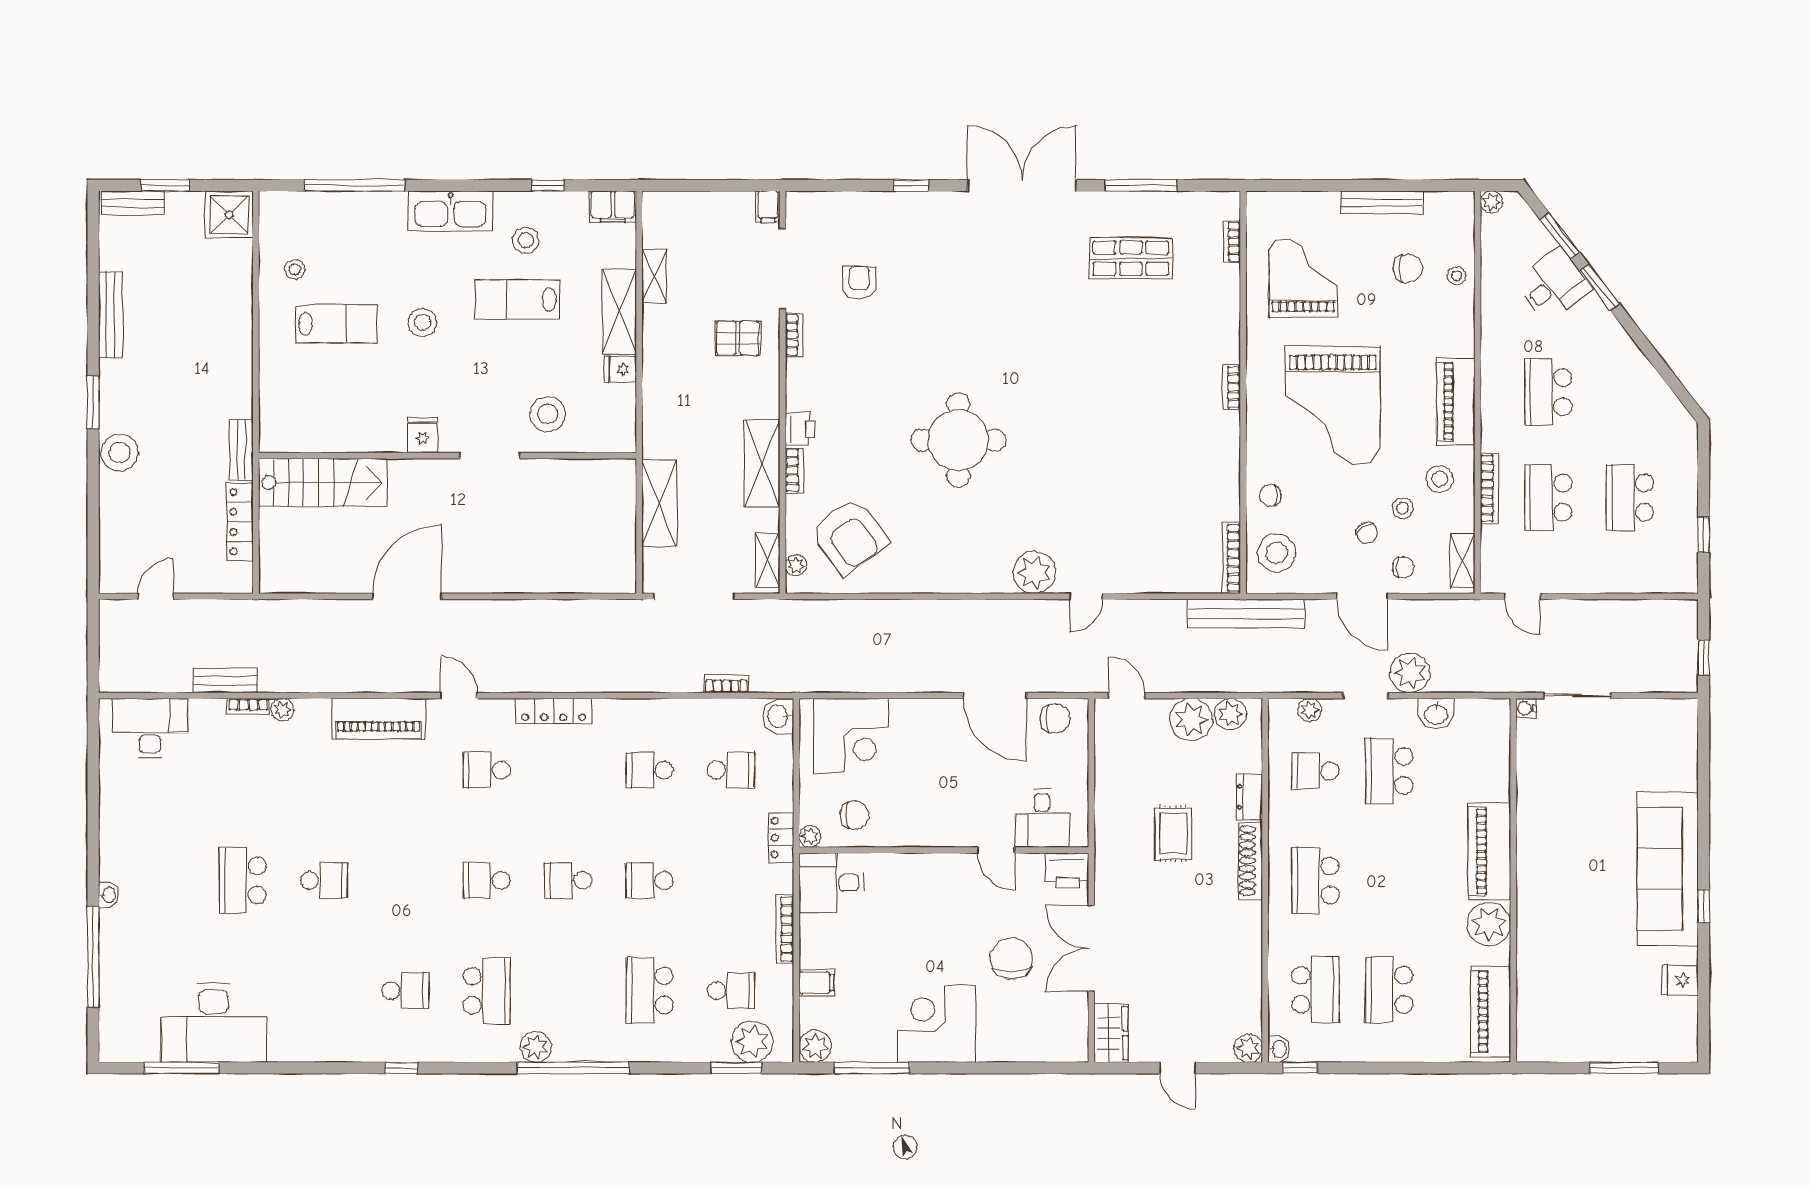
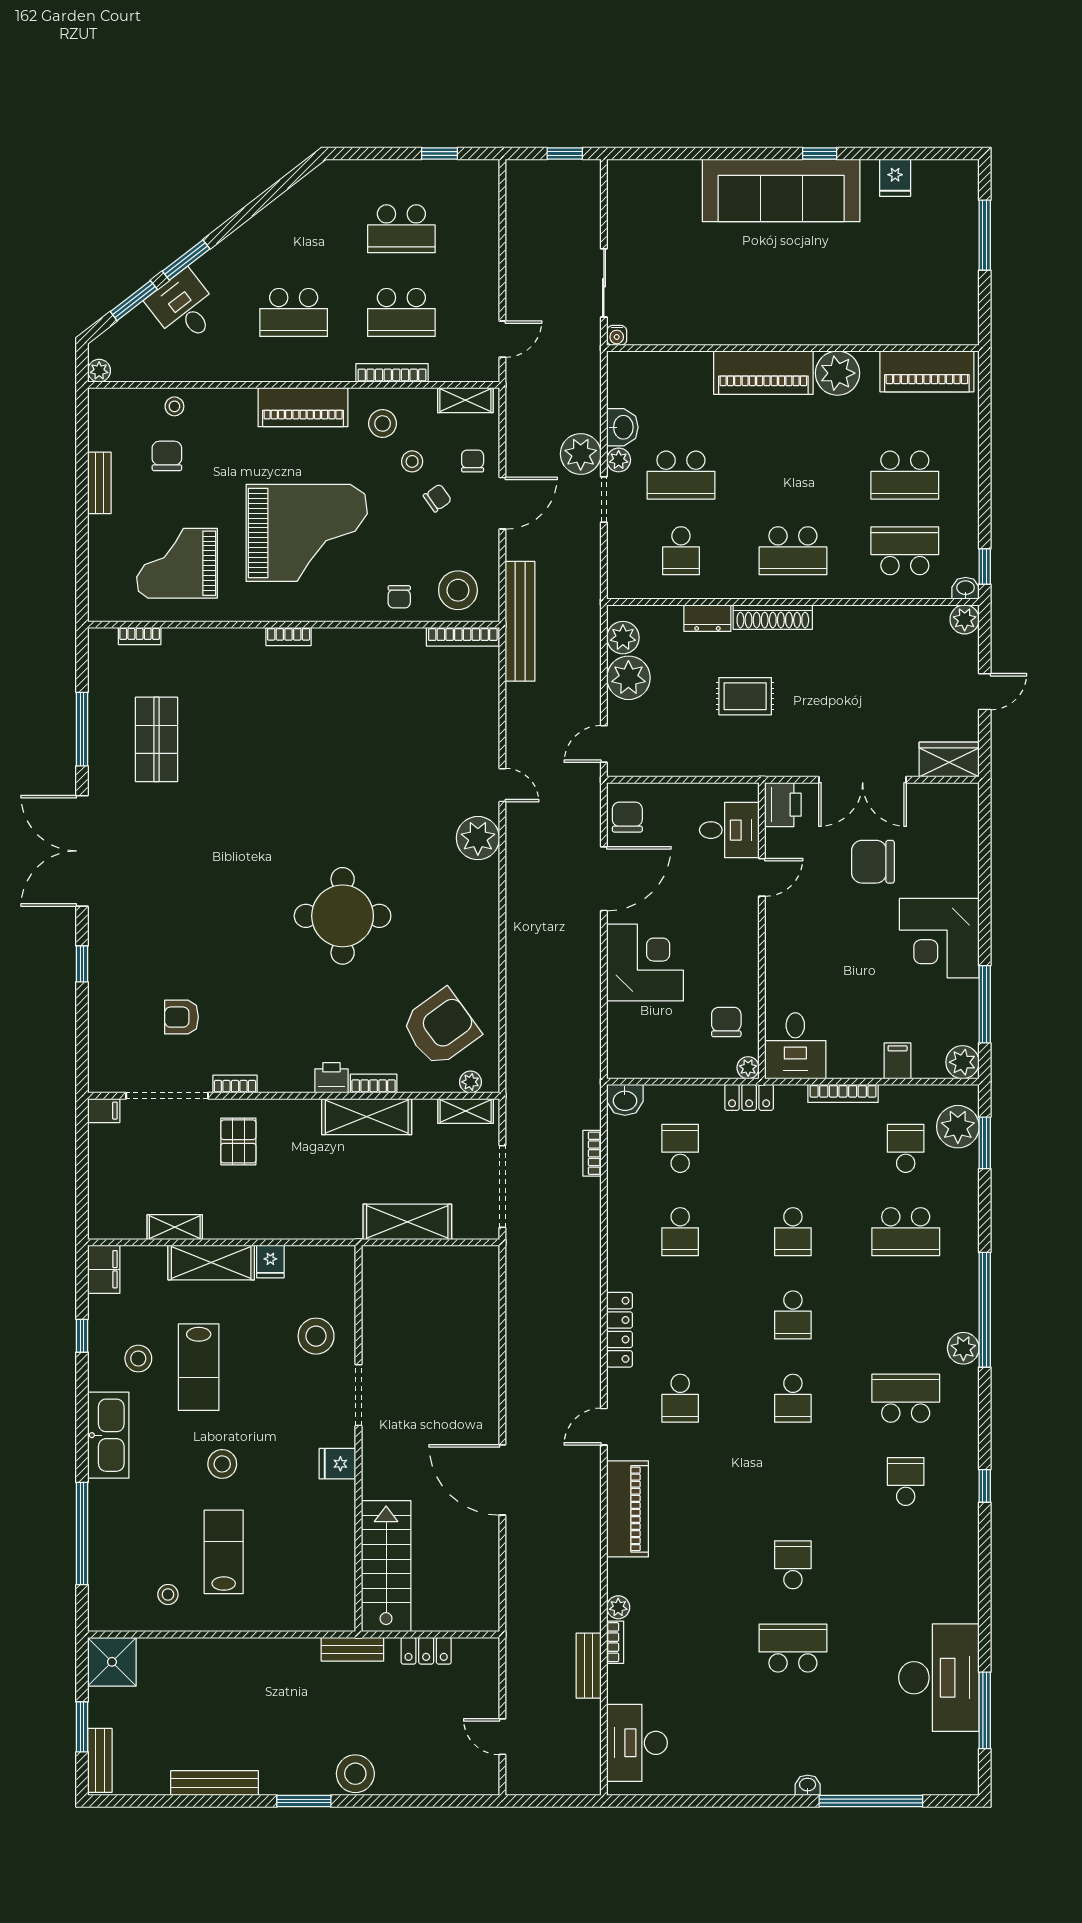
bench: (1382, 202) -> (99, 483), width x0.73
locker: (240, 522) -> (426, 1651), width x0.66
plant: (1310, 710) -> (619, 460), moved
corner desk: (851, 736) -> (645, 963), moved
school desk: (243, 880) -> (793, 1648), turned 180

